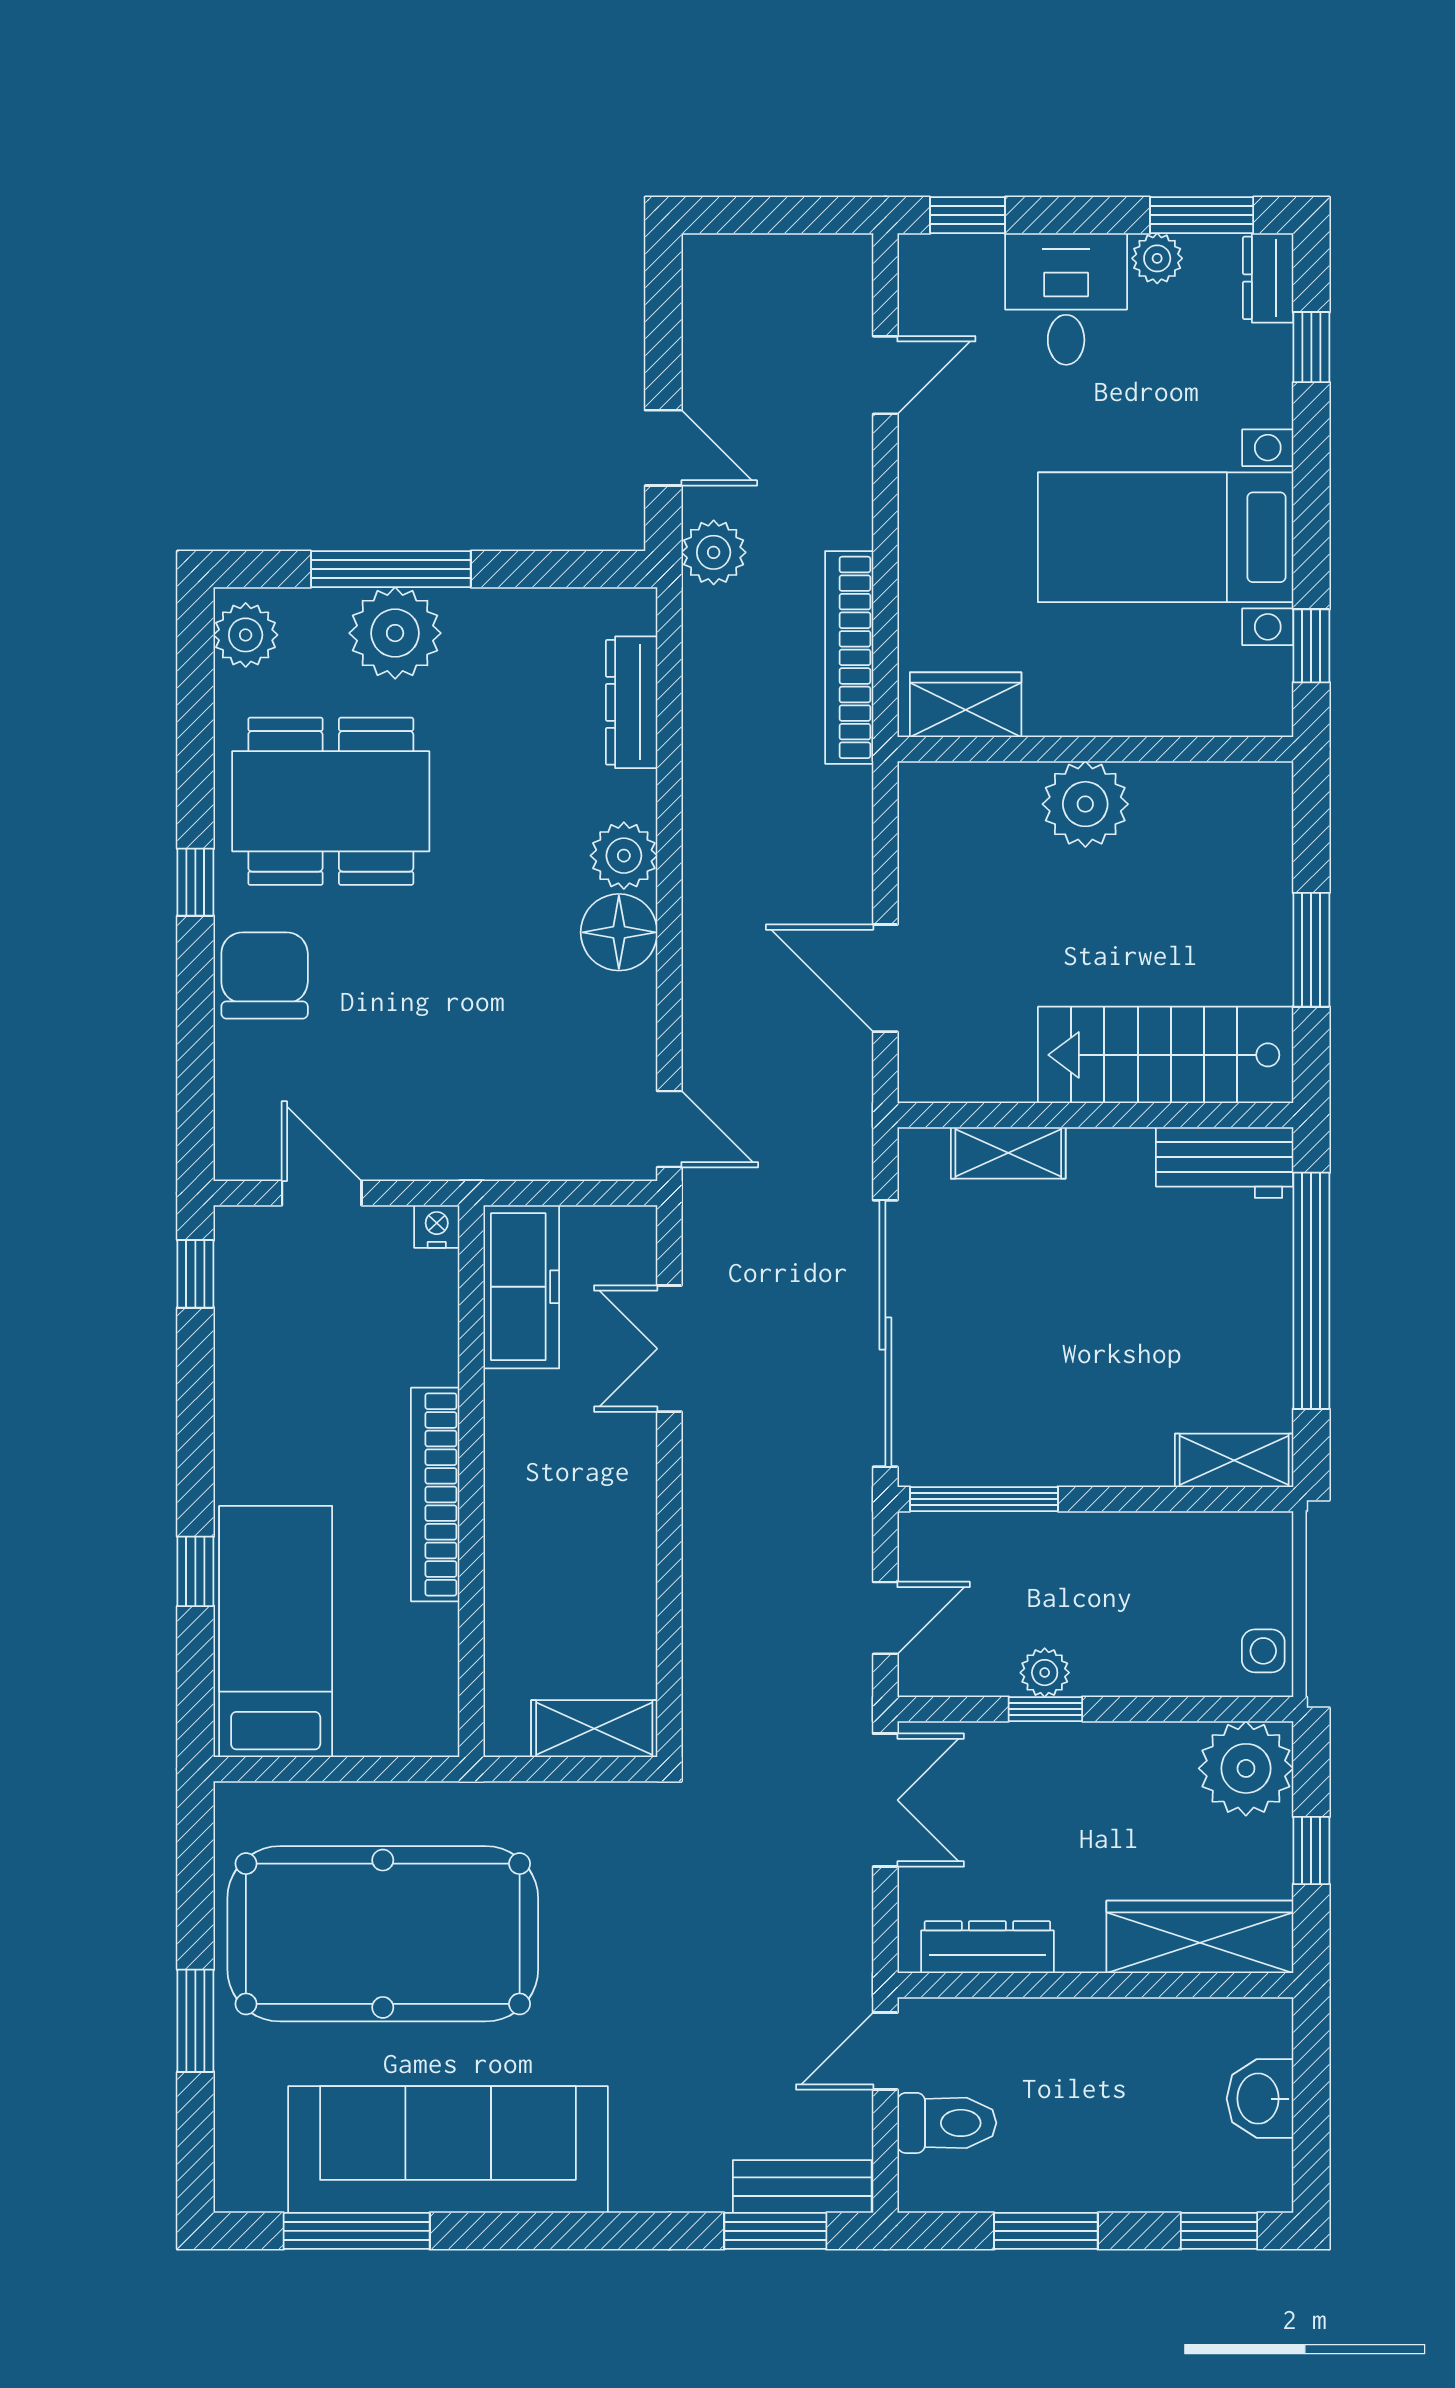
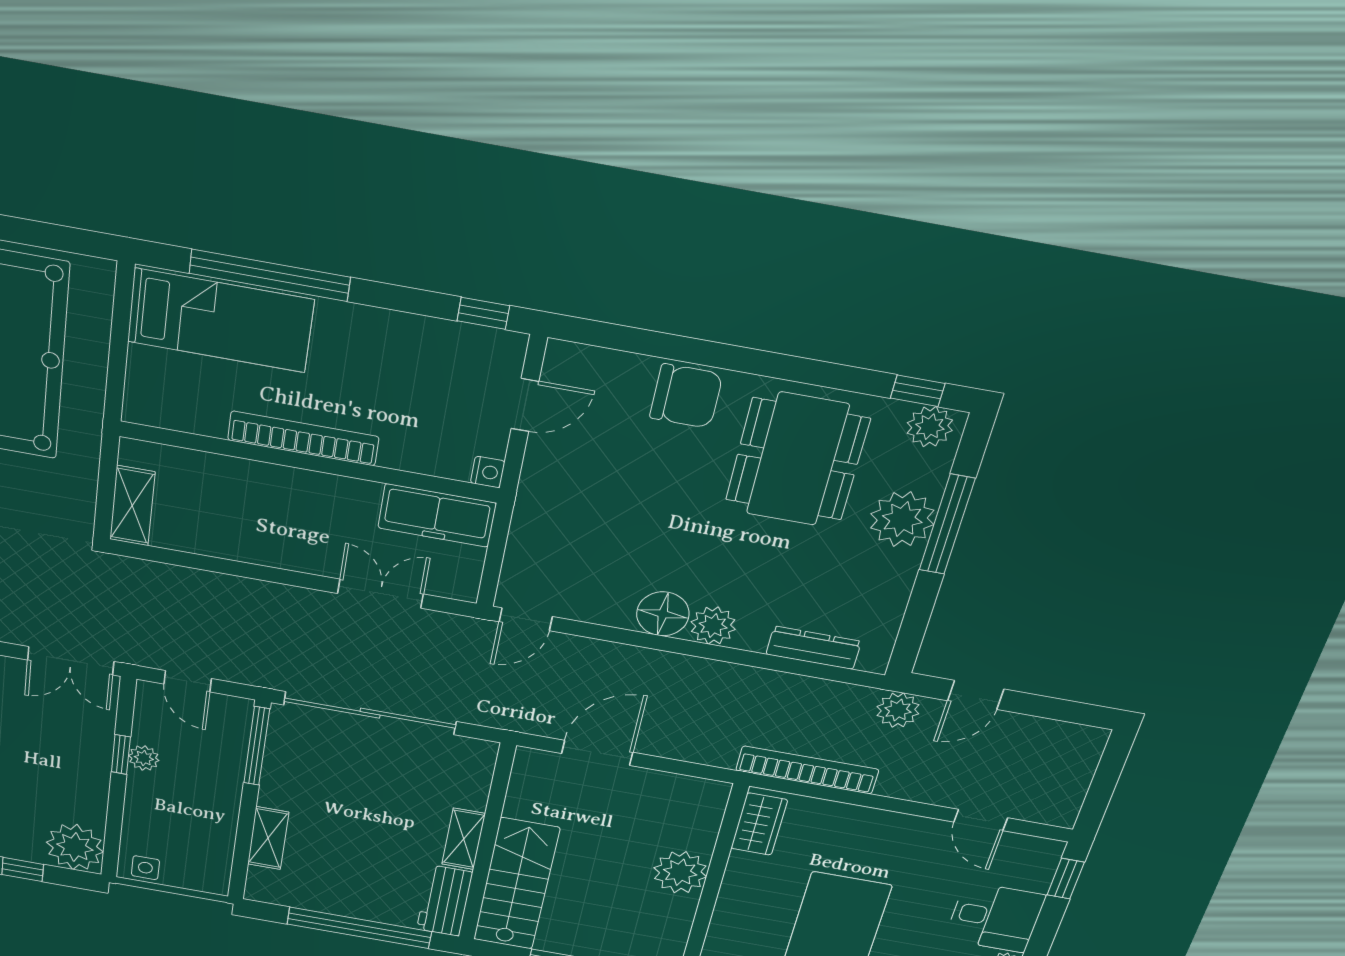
window: (195, 882) -> (918, 391), moved
shelving: (1008, 1153) -> (464, 839), moved
shelving: (1234, 1460) -> (268, 838), moved
window: (195, 1571) -> (270, 275), width x3.17

